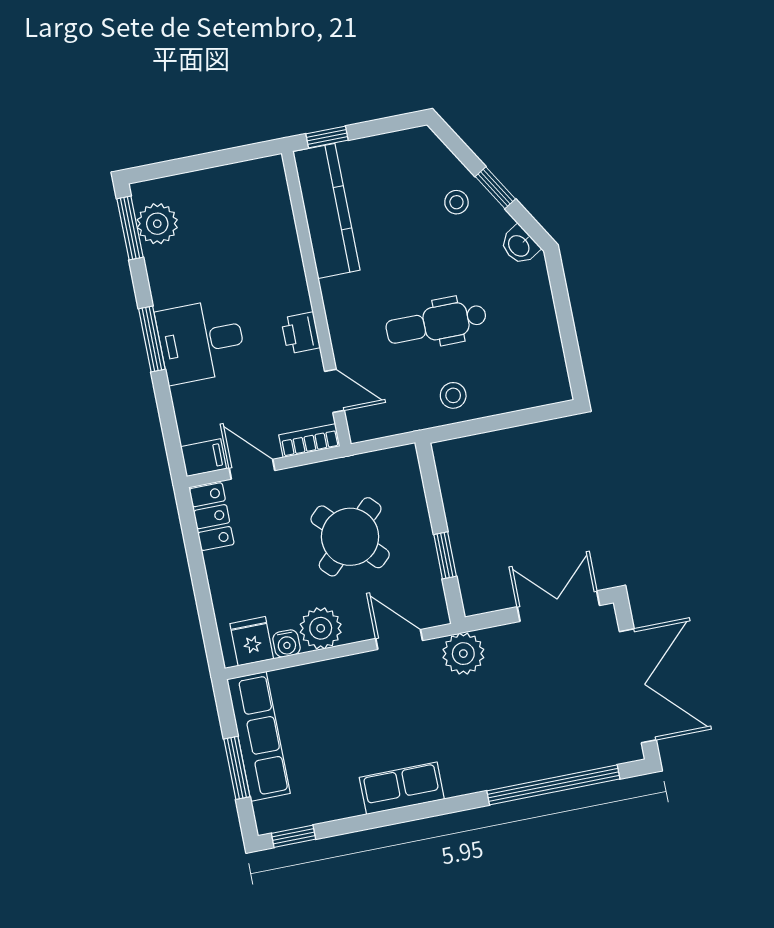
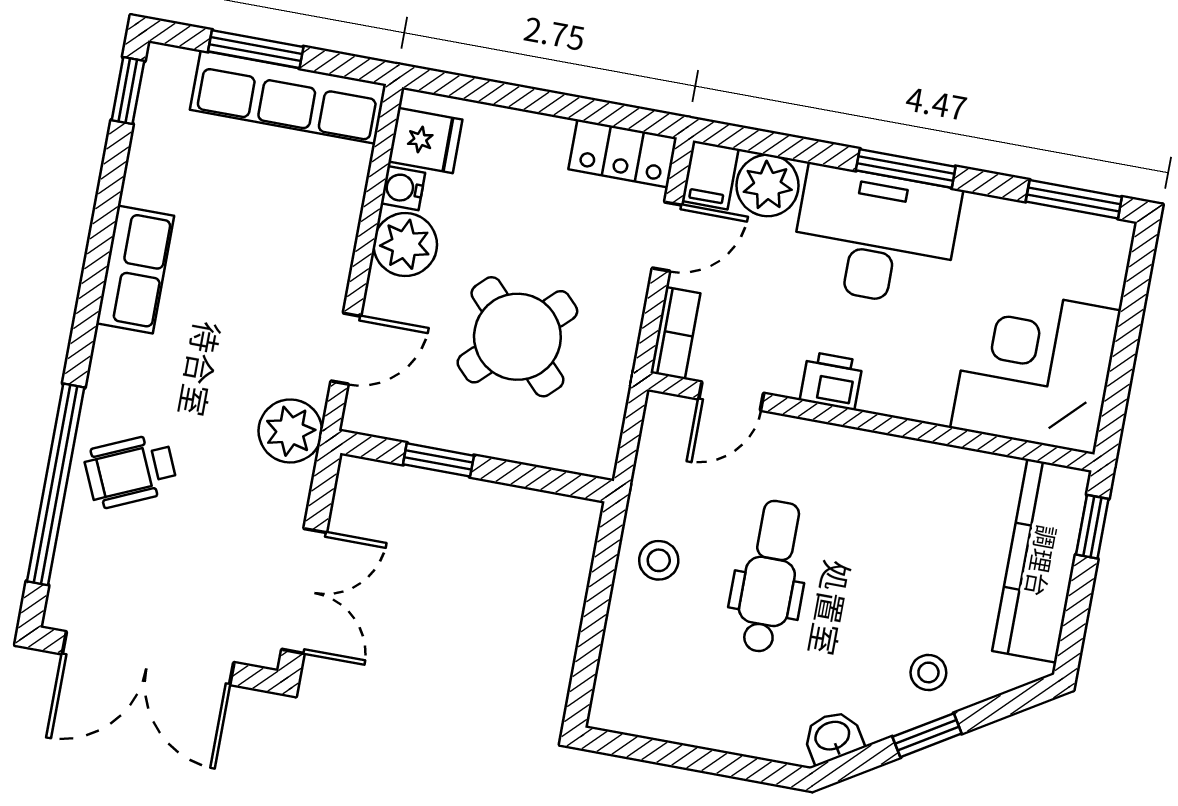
corner desk: (244, 210) -> (1036, 369), added
kitchen counter: (326, 211) -> (1042, 561), moved, turned 90
plant: (157, 224) -> (768, 185), moved
desk: (201, 341) -> (875, 236), width x1.37
wheelchair: (527, 742) -> (130, 471), added

